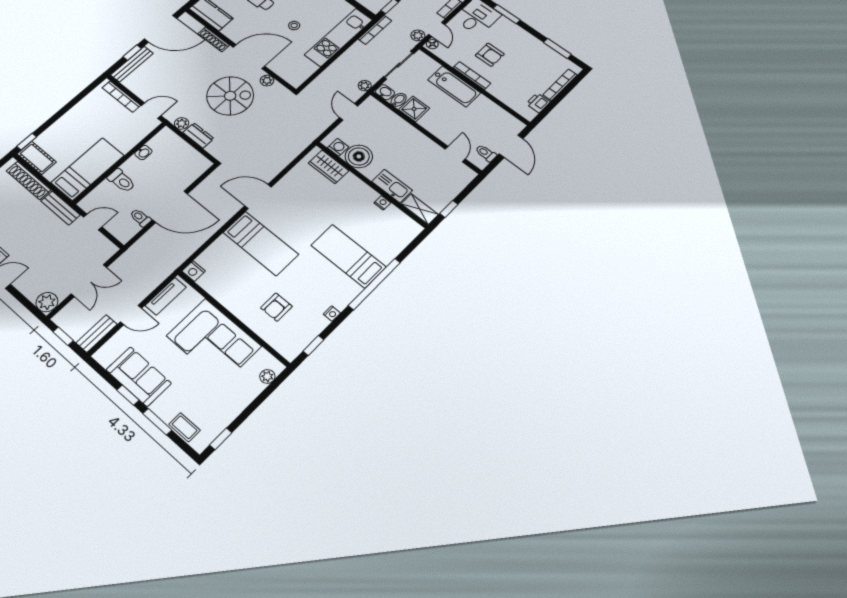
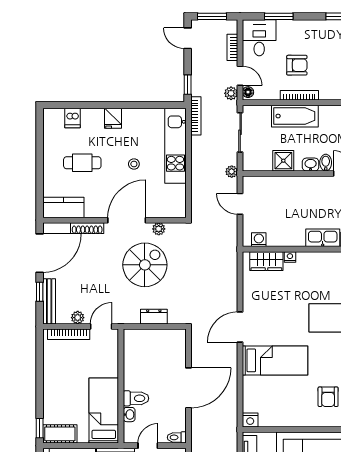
washbasin: (385, 92) -> (311, 165), moved
bidet: (399, 100) -> (326, 163), moved
plant: (182, 123) -> (78, 318), moved
washbasin: (143, 153) -> (129, 415), moved
boiler: (359, 156) -> (280, 234), removed
nightstand: (382, 203) -> (290, 257), moved
toilet: (140, 218) -> (177, 437), moved

